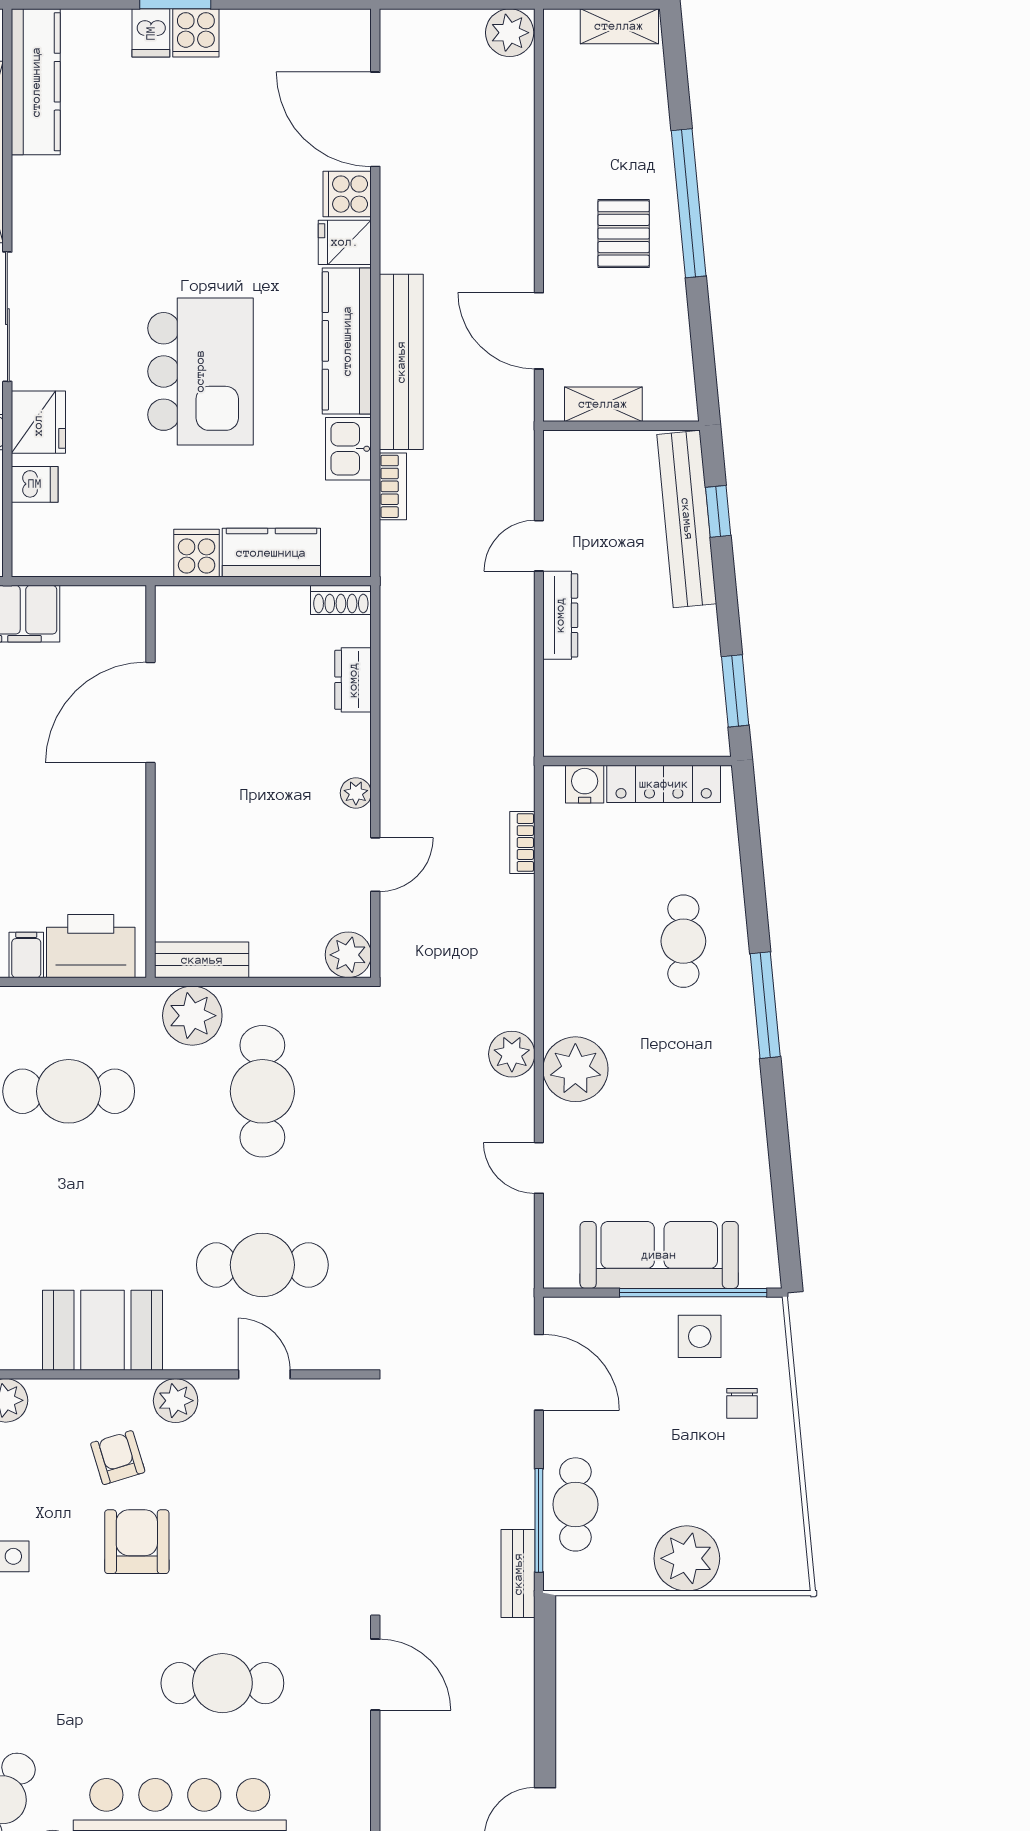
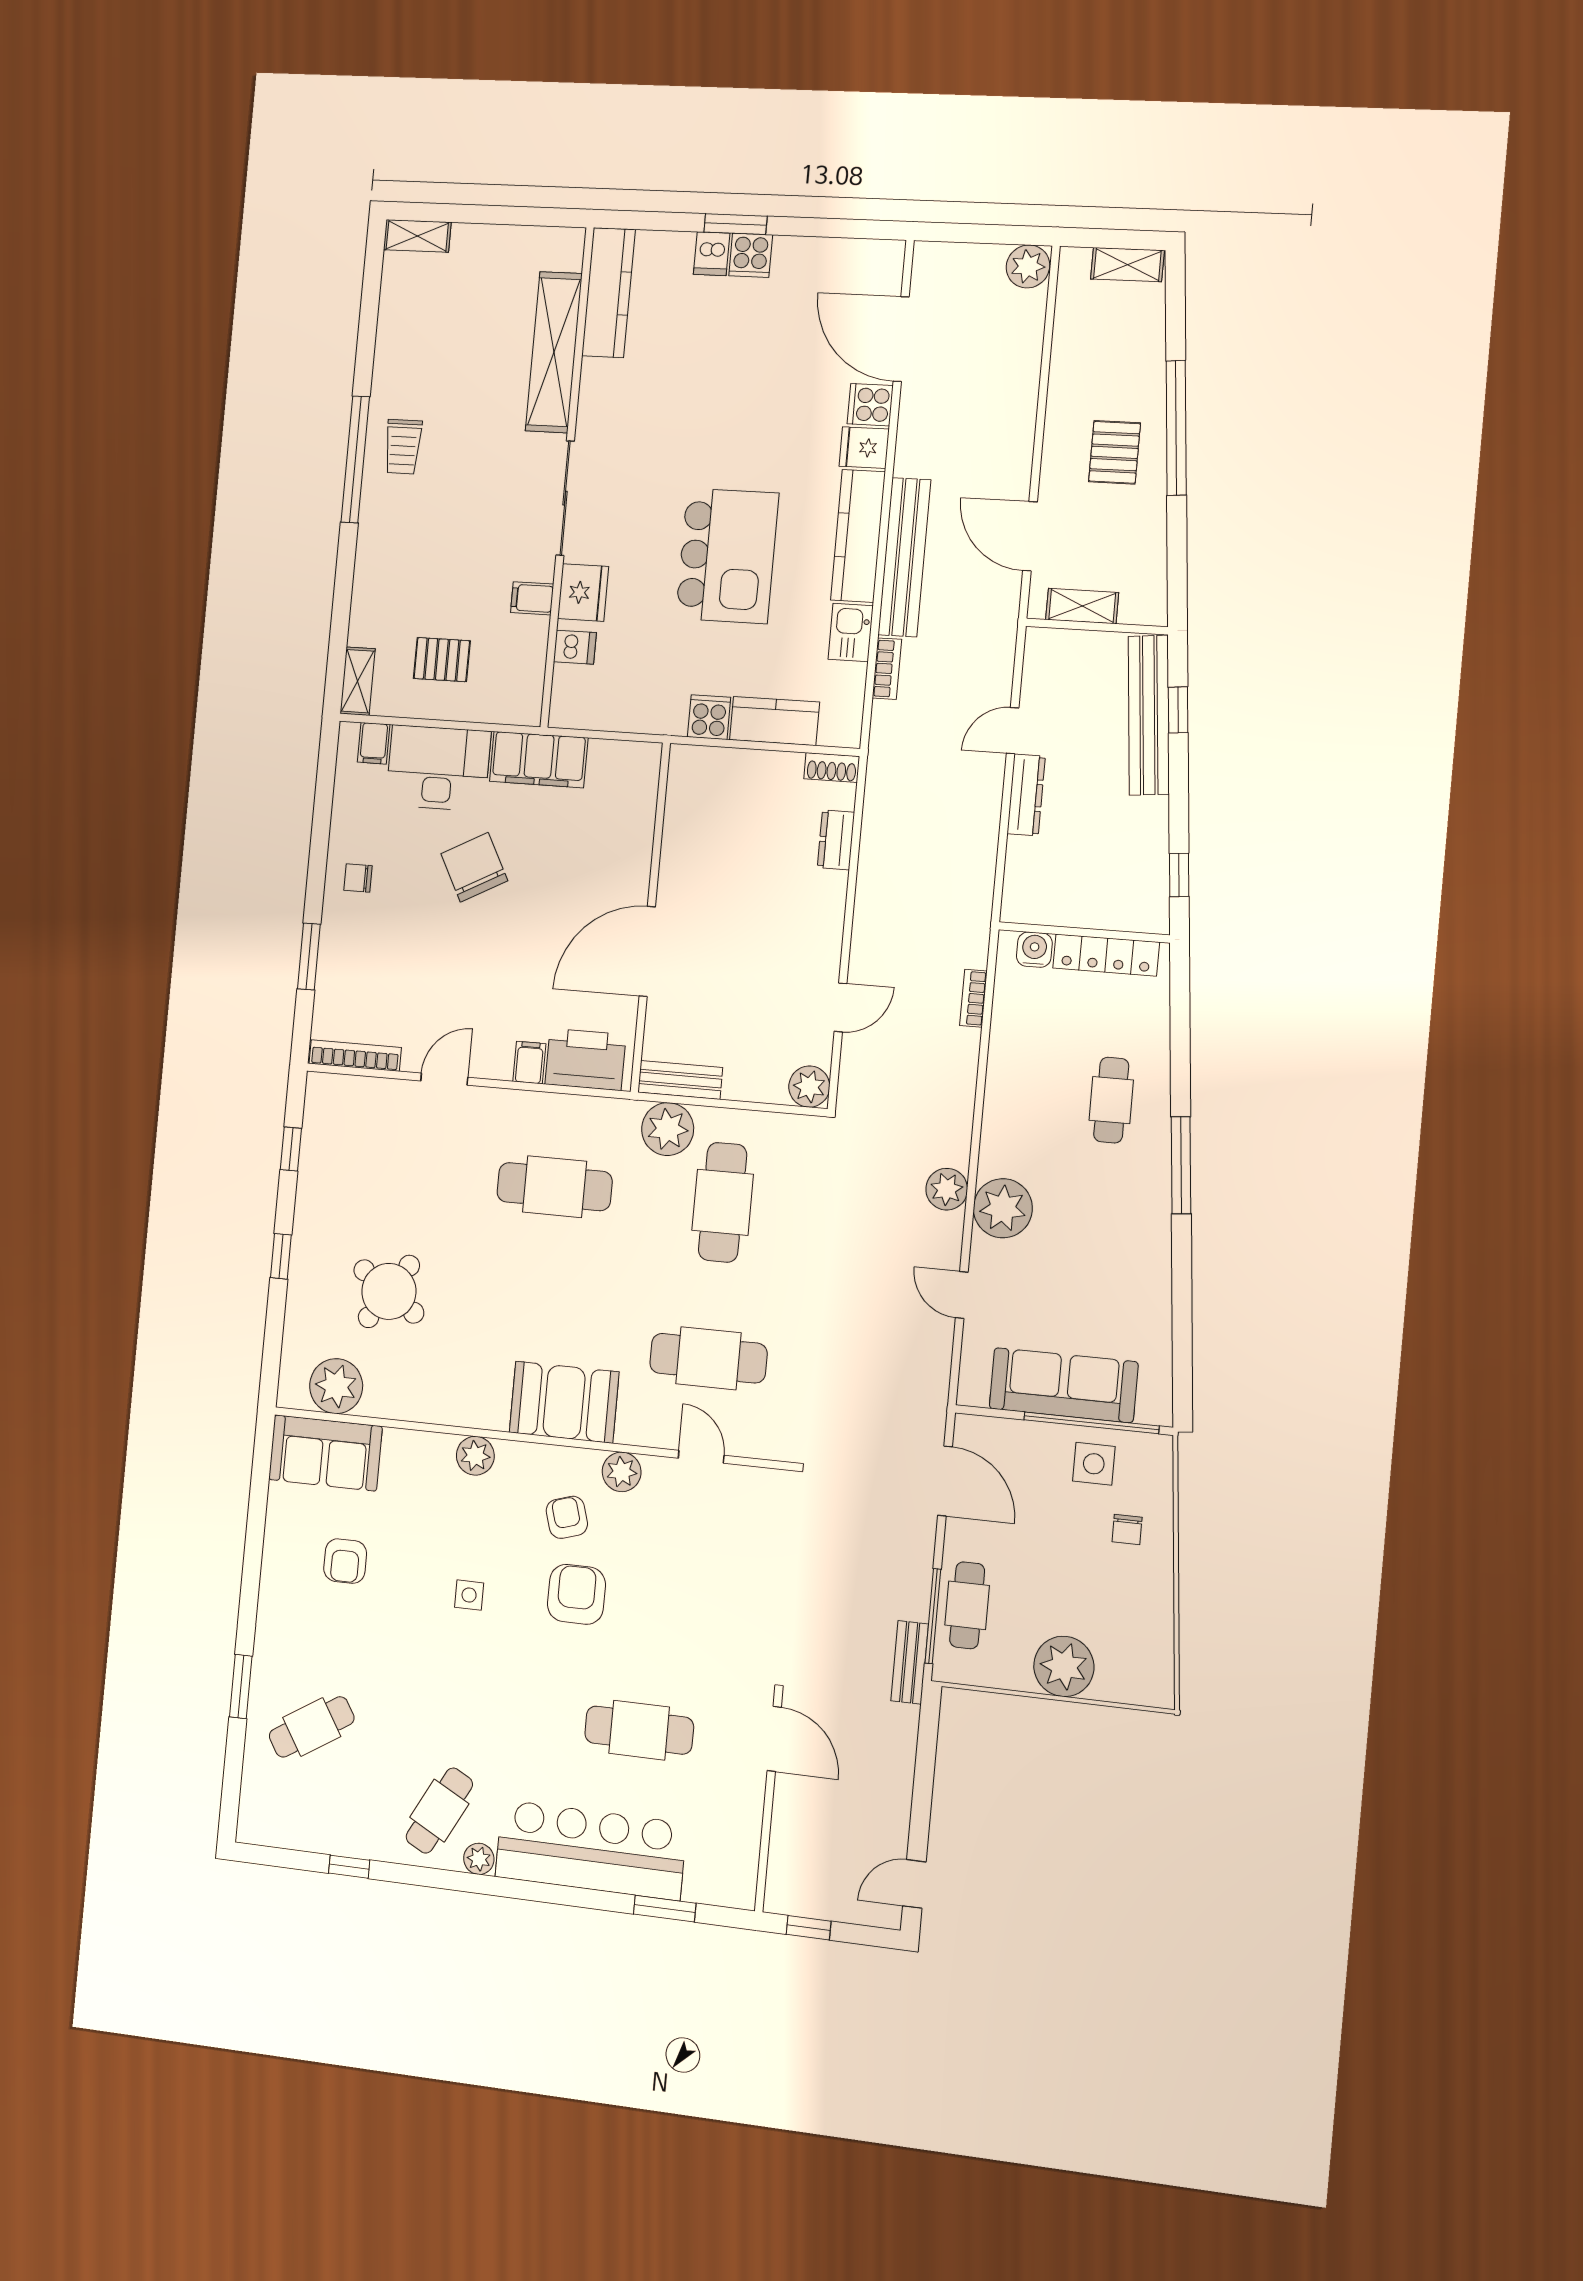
window: (735, 691) -> (1179, 875), width x0.67
door: (150, 713) -> (647, 951), moved
plant: (356, 793) -> (829, 942), removed

